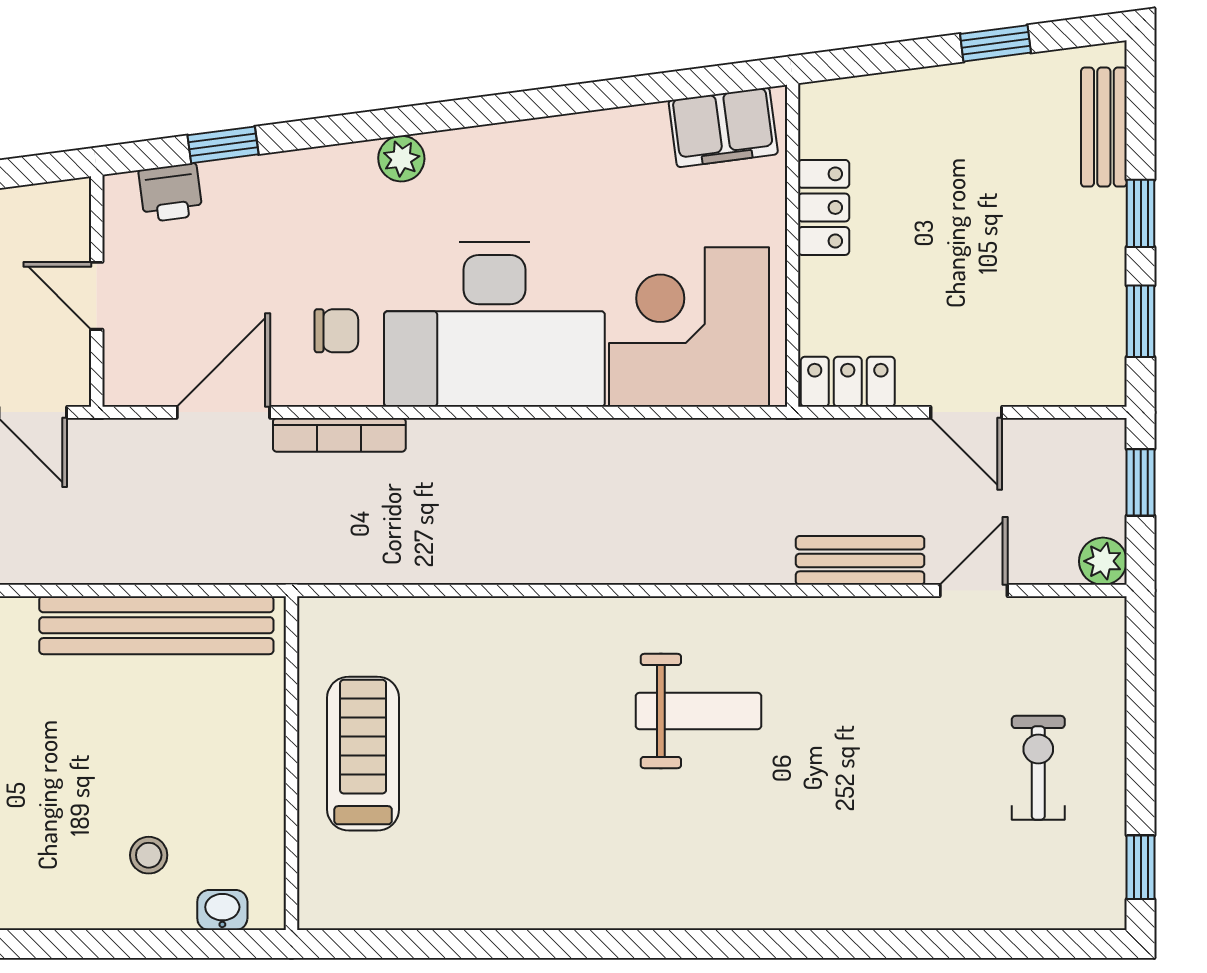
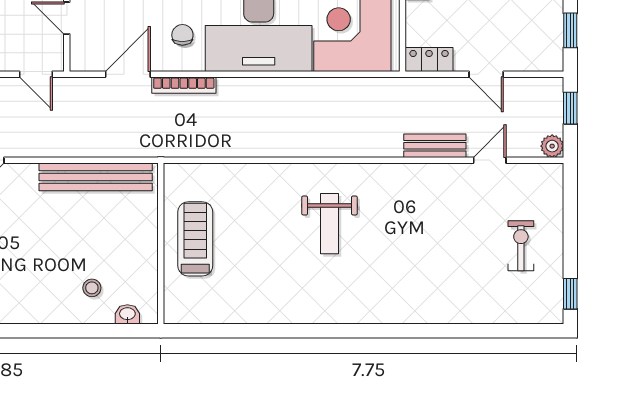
chair: (336, 331) -> (182, 35), turned -90
weight bench: (699, 711) -> (330, 224), moved, turned 90

